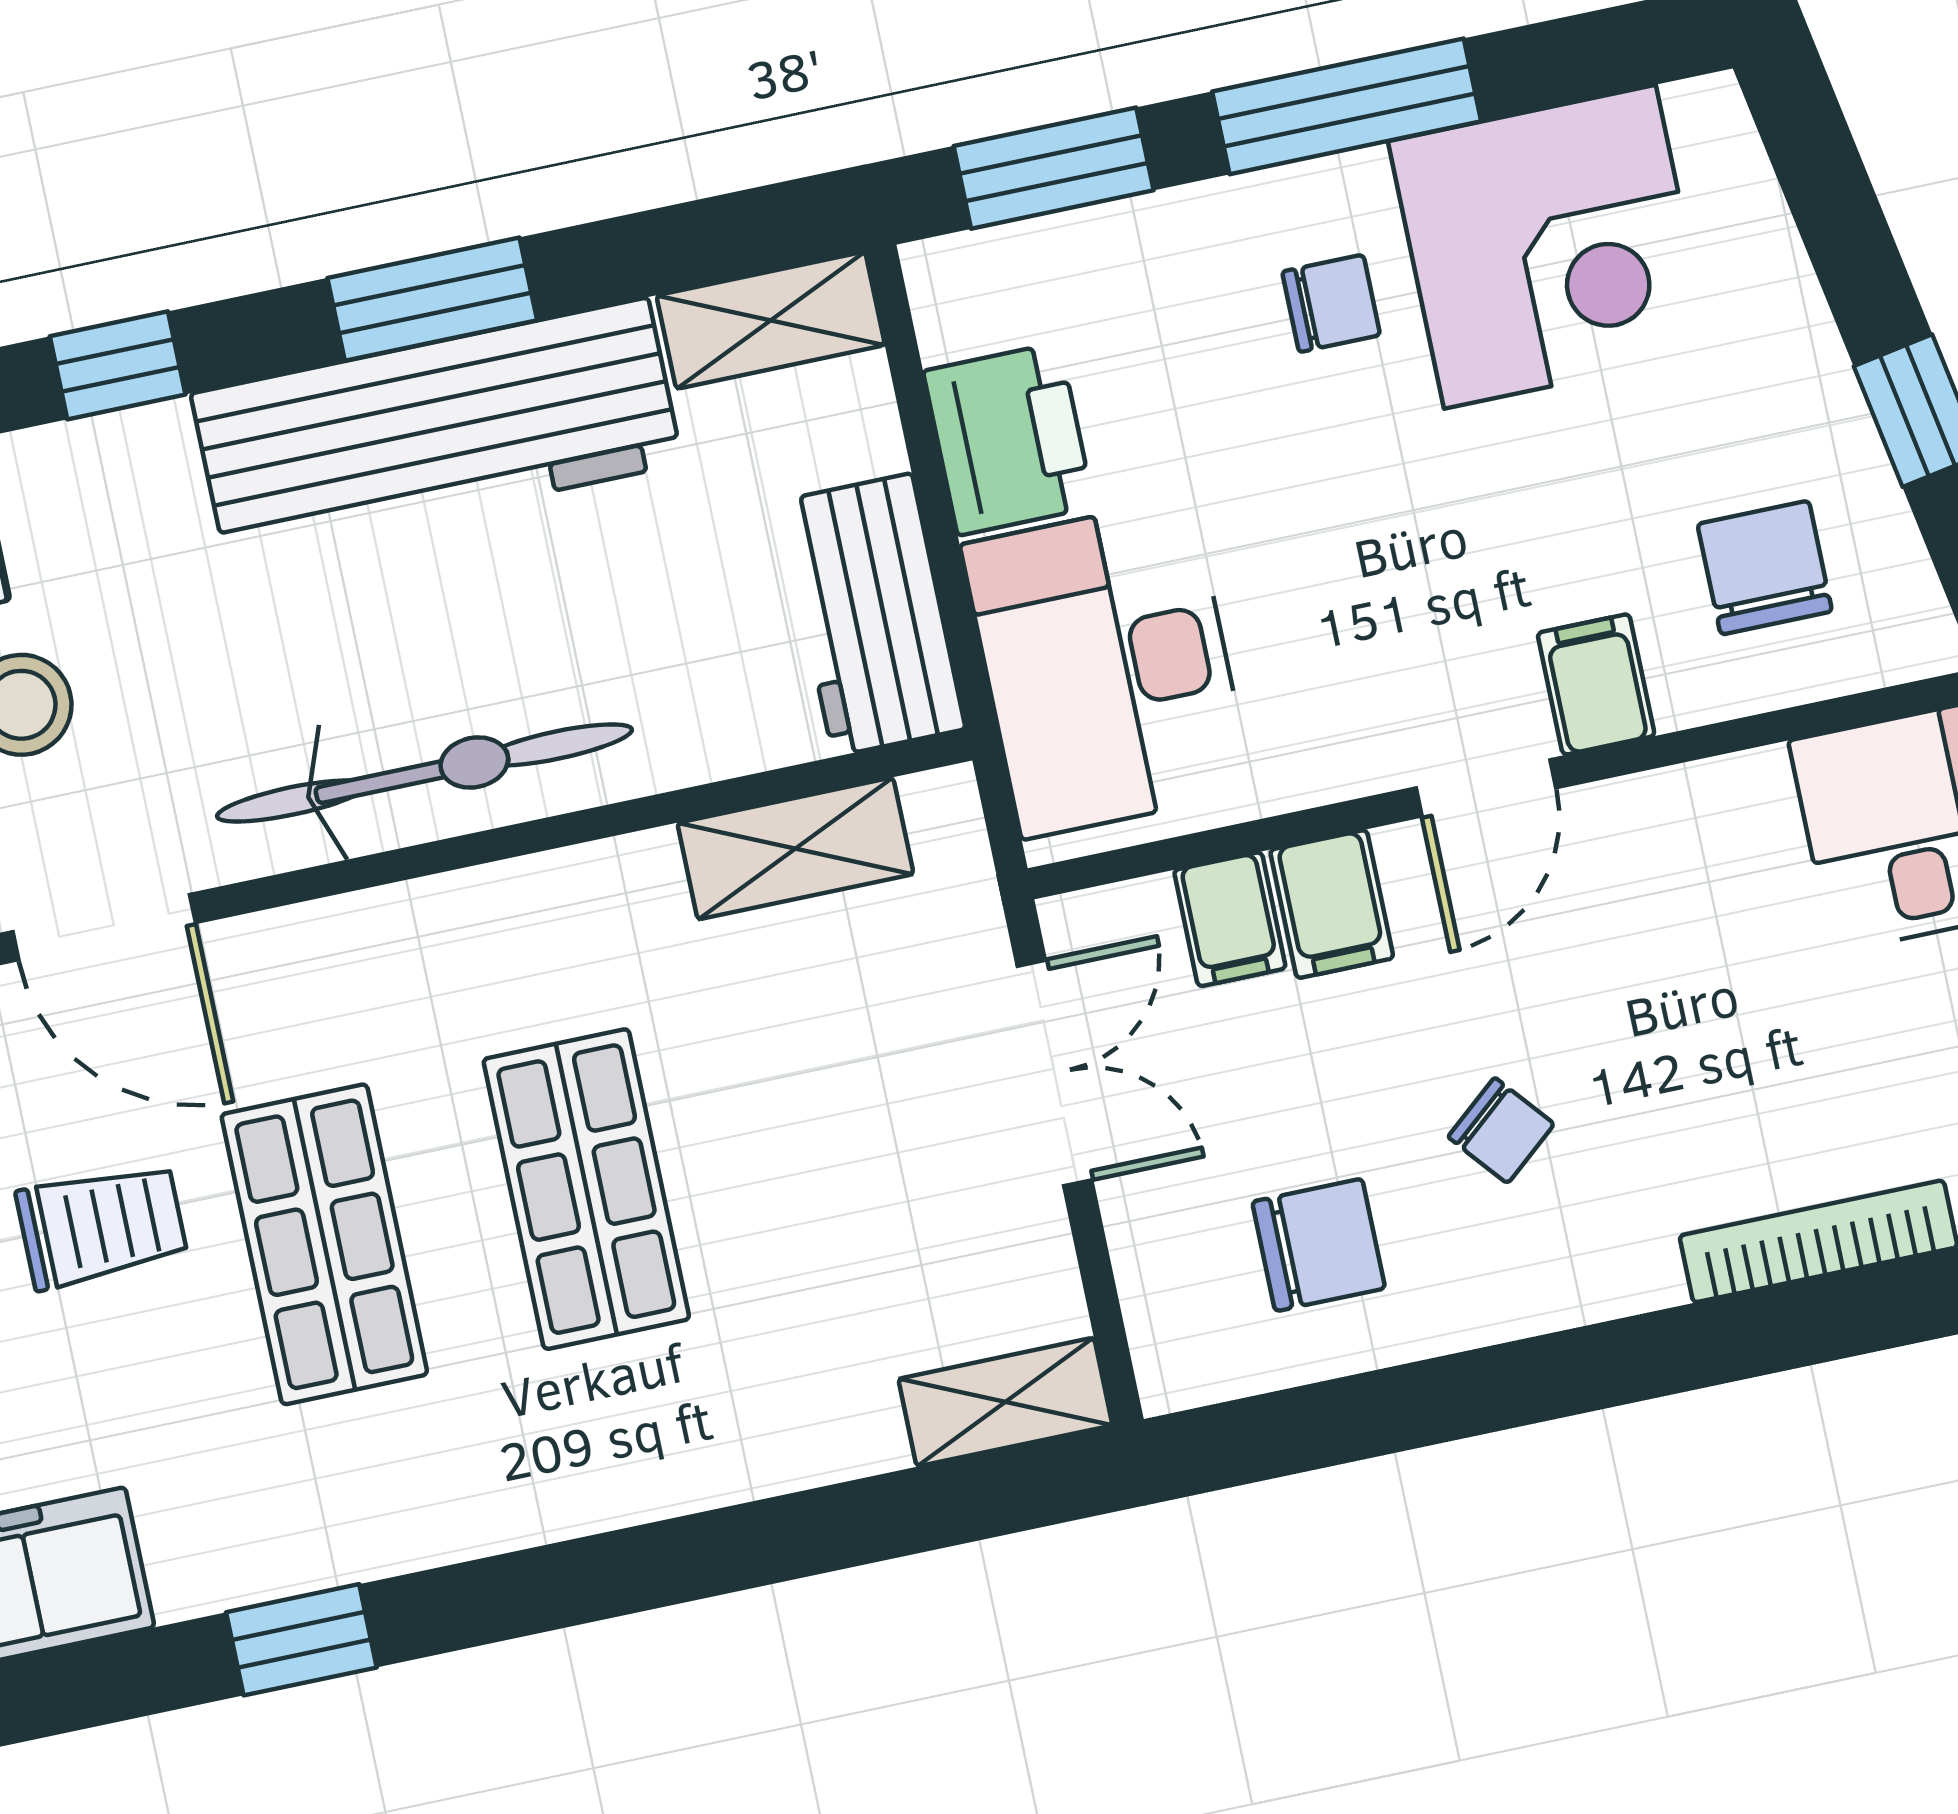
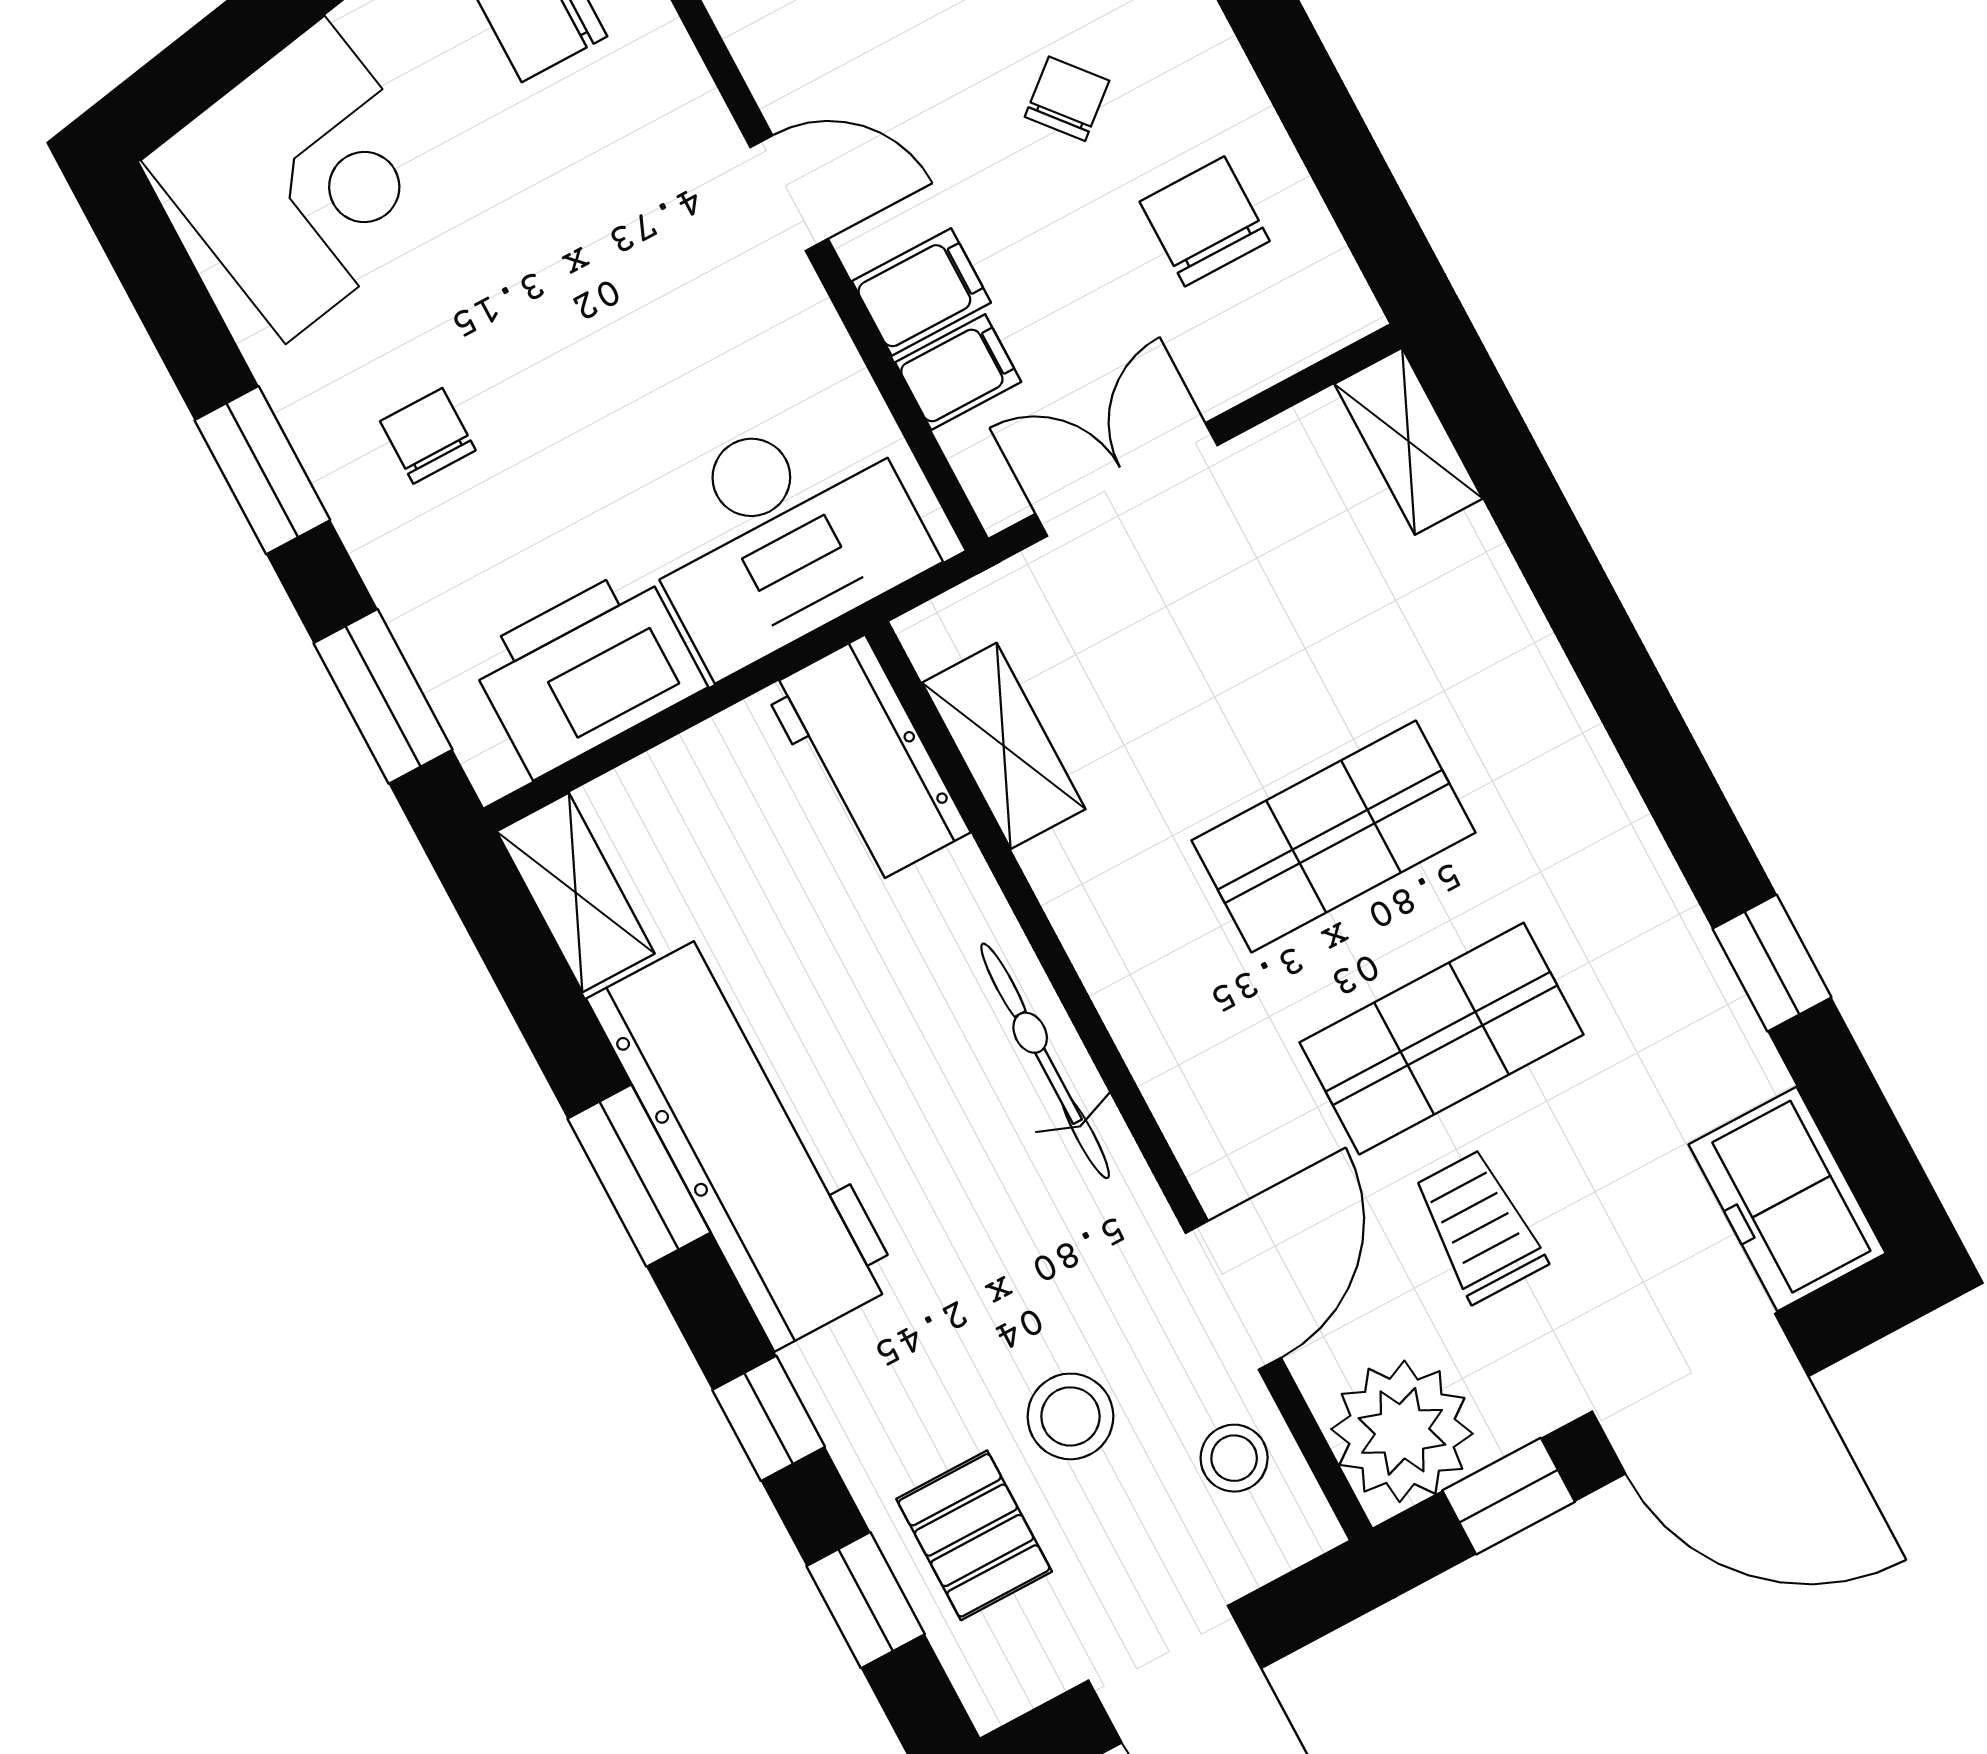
window: (1347, 106) -> (262, 470), width x0.69
corner desk: (1550, 247) -> (305, 180), moved, turned 80
printer: (1009, 439) -> (587, 671), width x1.37, depth x1.19
workbench: (872, 615) -> (867, 761), moved, turned 90
filing cabinet: (1596, 684) -> (678, 127), removed
bicycle: (425, 773) -> (1045, 1061), width x0.73, depth x0.71

